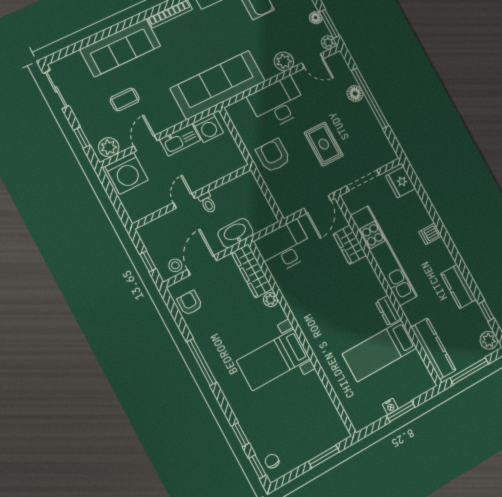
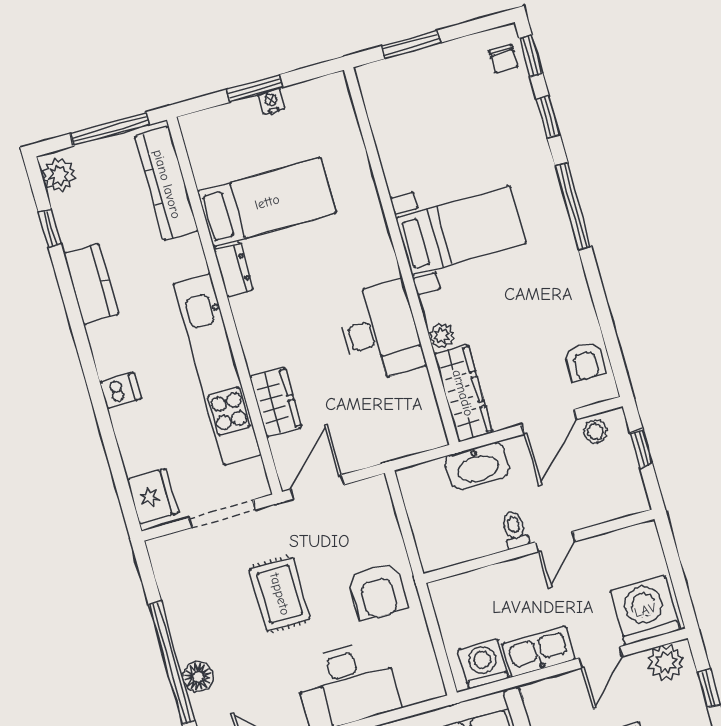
desk: (284, 247) -> (380, 331), moved, turned -90
window: (202, 362) -> (573, 206), moved

